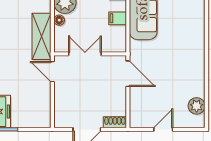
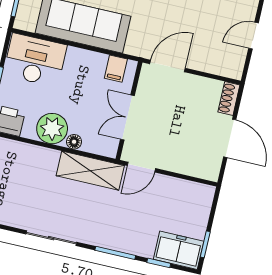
filing cabinet: (118, 18) -> (116, 69), moved
door: (163, 129) -> (253, 36), hinge flipped

